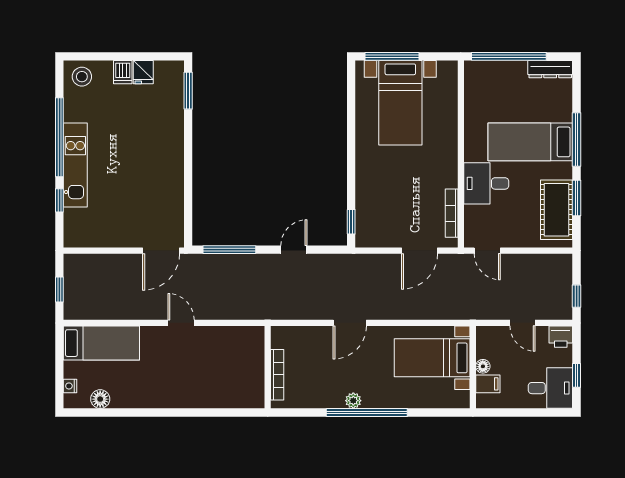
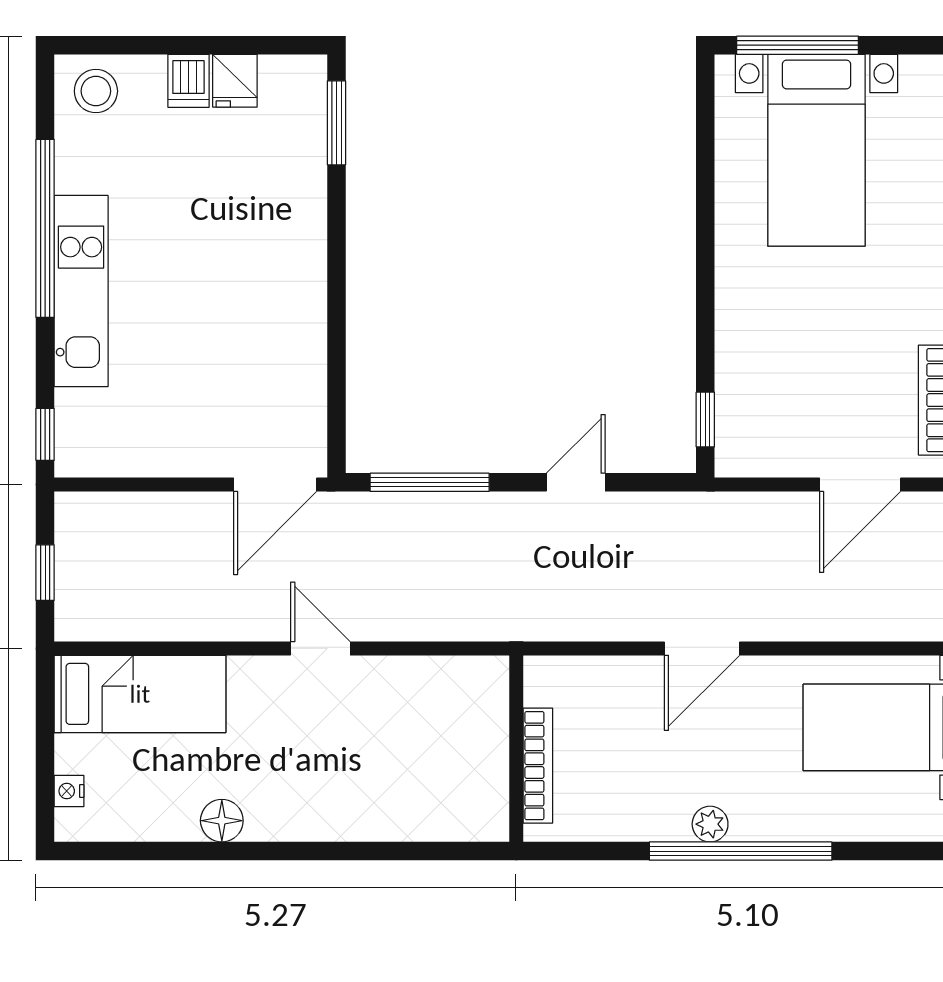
window: (59, 200) -> (45, 434), moved
floor lamp: (100, 399) -> (222, 821), moved

